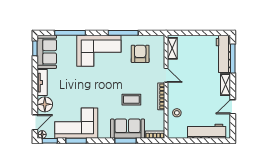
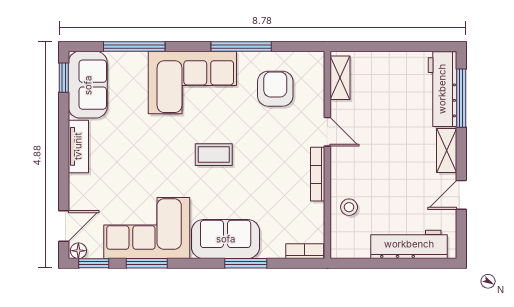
coffee table: (131, 100) -> (214, 155), moved
floor lamp: (45, 104) -> (84, 190), removed
sofa: (128, 129) -> (226, 239), moved

